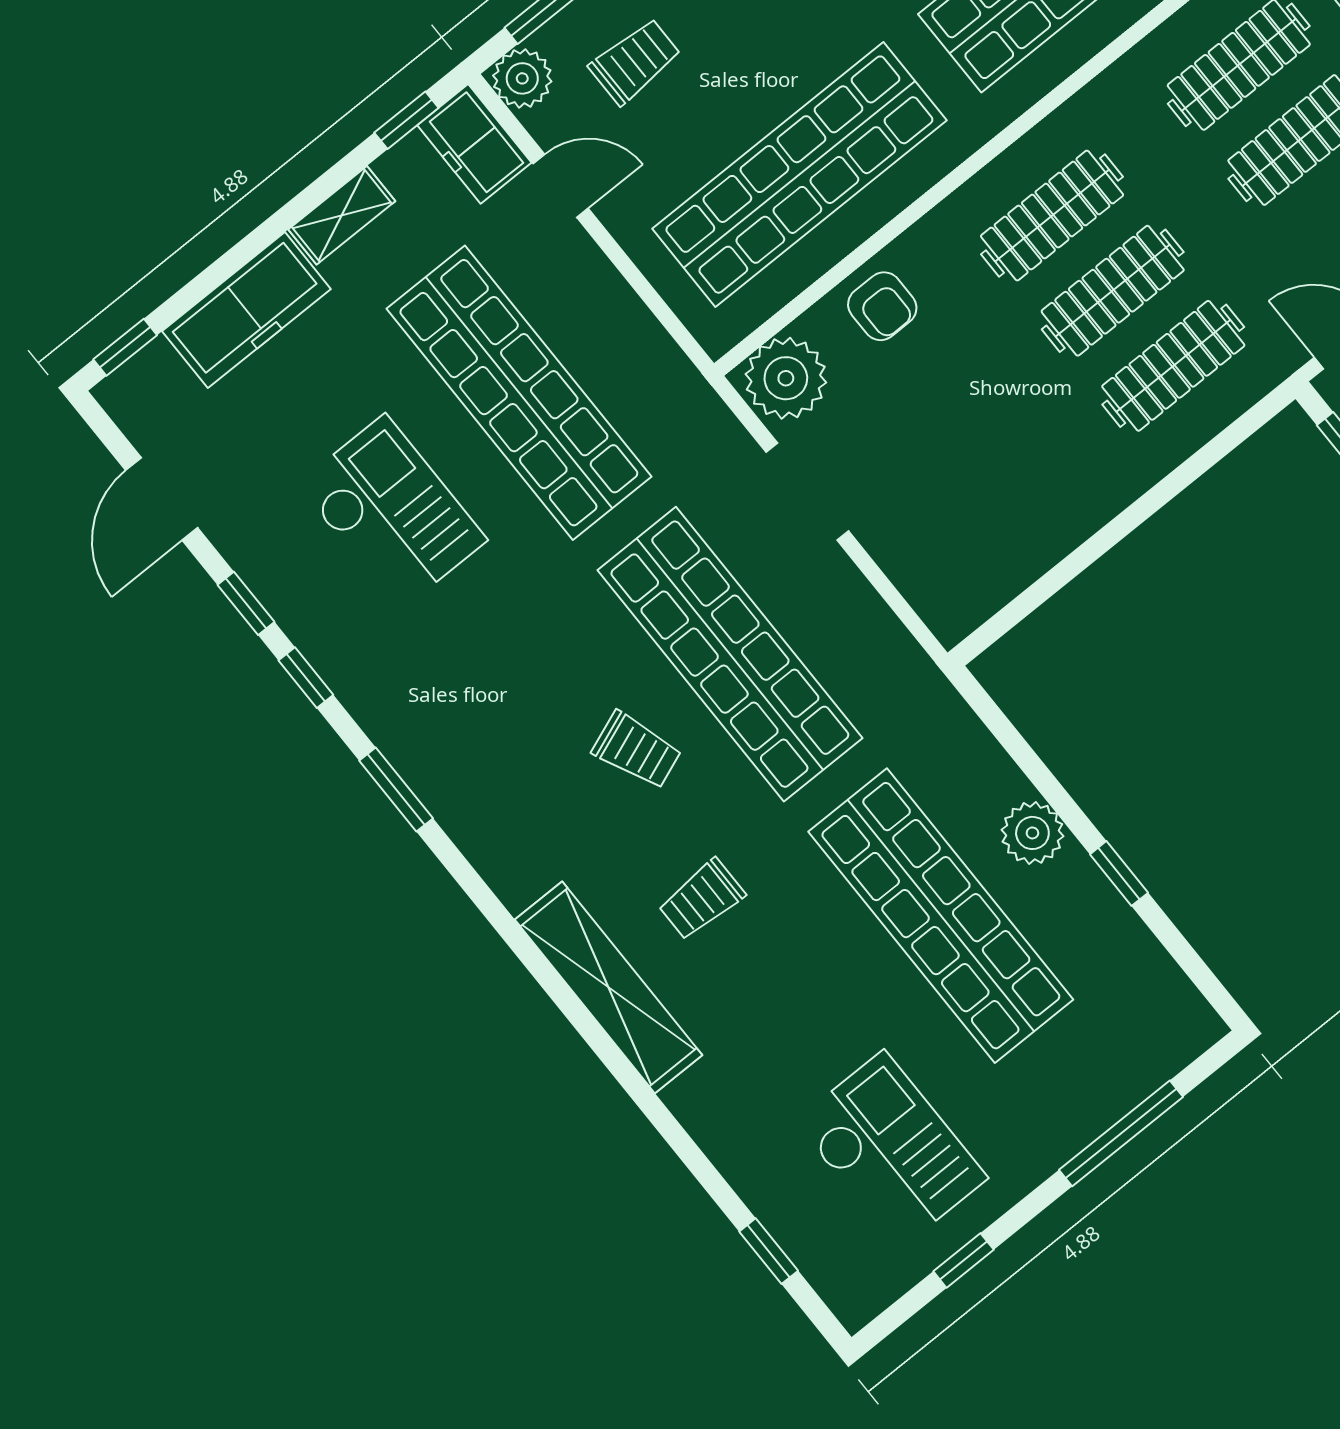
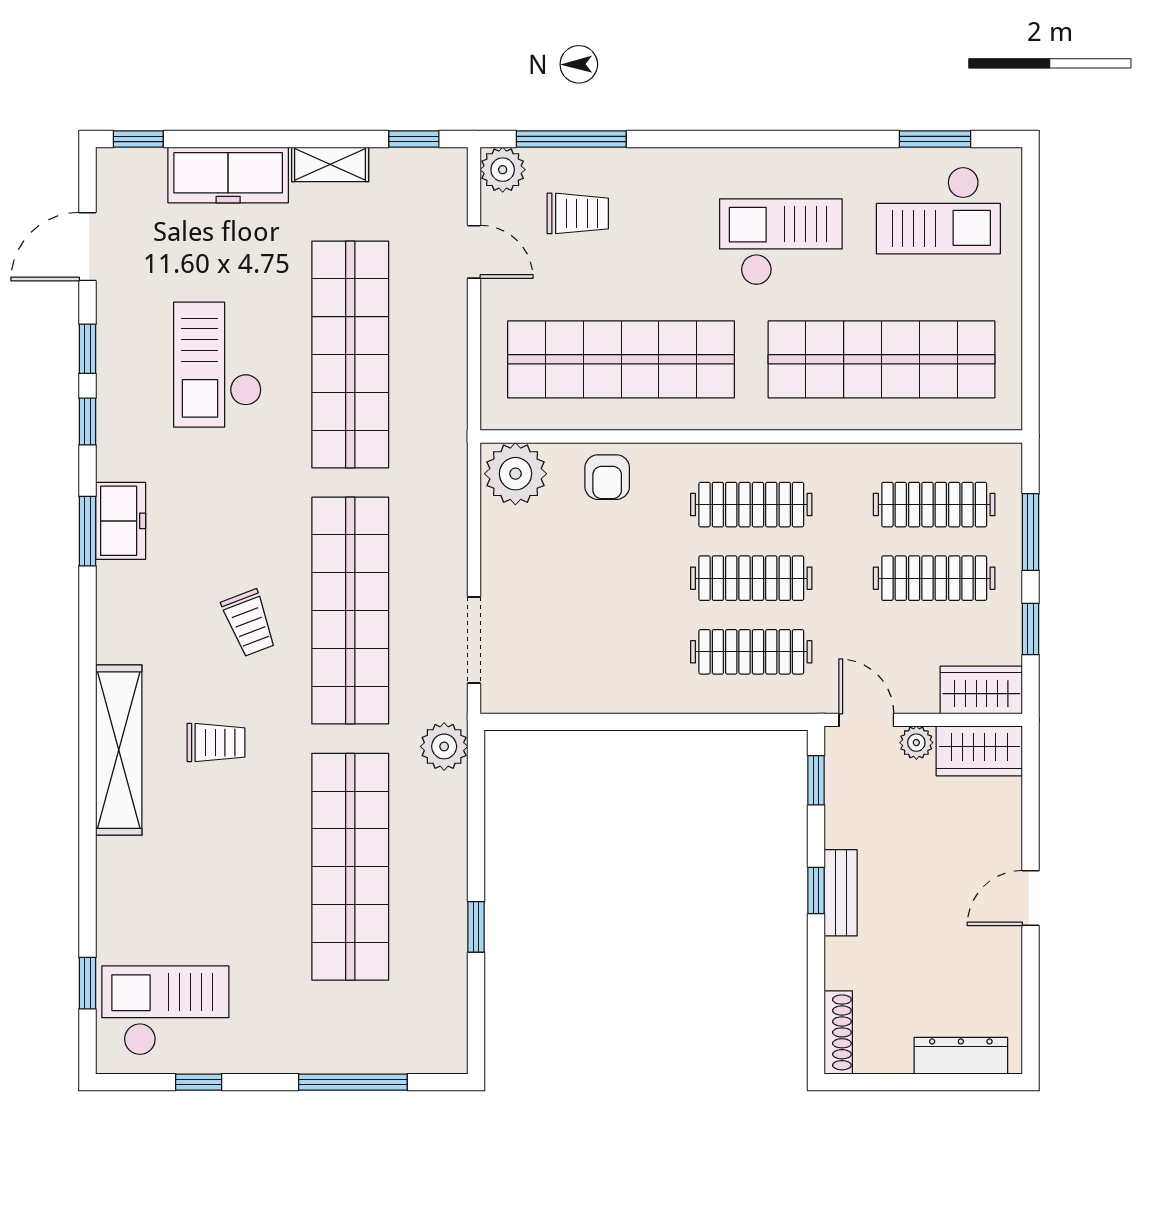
freezer: (474, 144) -> (121, 521), moved, turned 180
doorway: (807, 492) -> (474, 640), moved
checkout: (392, 512) -> (218, 365), turned 180
plant: (1032, 833) -> (444, 746), moved
trolley: (702, 899) -> (216, 743), turned 180
checkout: (891, 1150) -> (165, 1011), moved, turned -90

